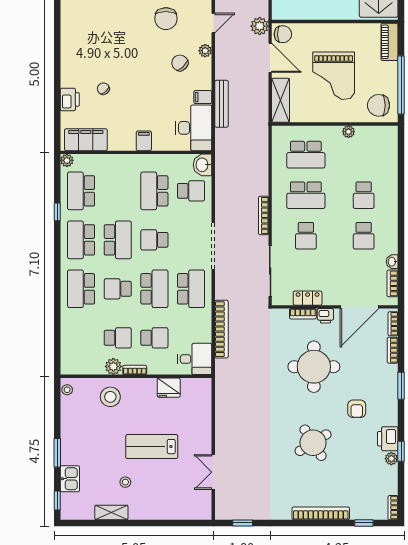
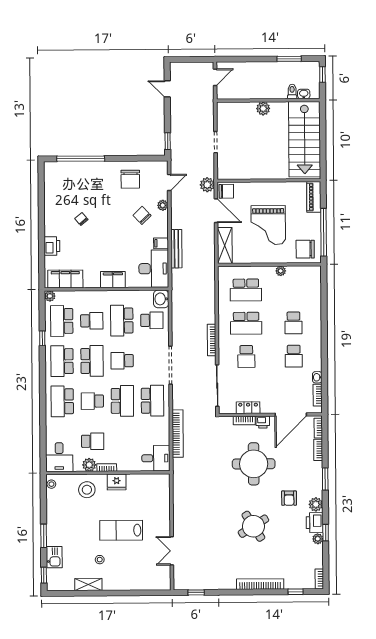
chair: (103, 89) -> (81, 219), moved
filing cabinet: (144, 141) -> (113, 280), width x2.00
school desk: (154, 338) -> (92, 321), moved
desk: (77, 357) -> (59, 457), added
fridge: (169, 388) -> (117, 482), moved
plant: (389, 417) -> (316, 504), added

